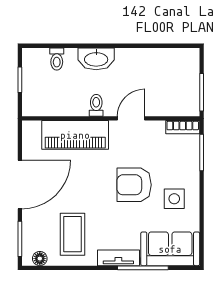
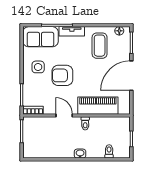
washbasin: (96, 59) -> (80, 154), width x0.52, depth x0.69
door: (131, 118) -> (64, 115), swing flipped
armchair: (134, 185) -> (62, 75), turned 180

